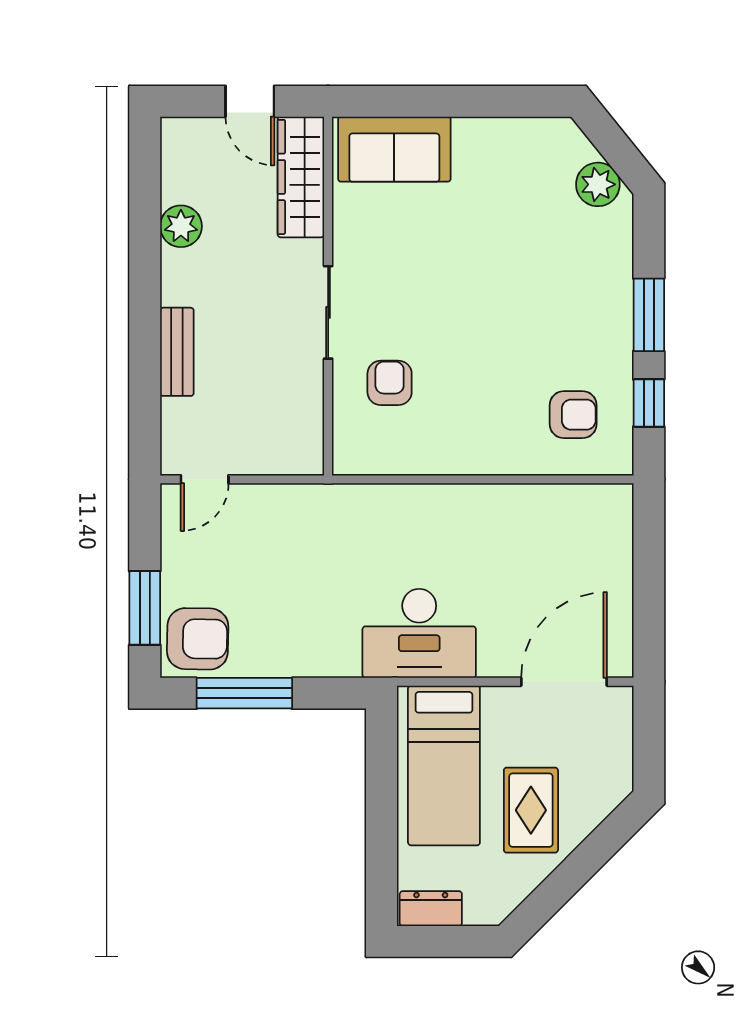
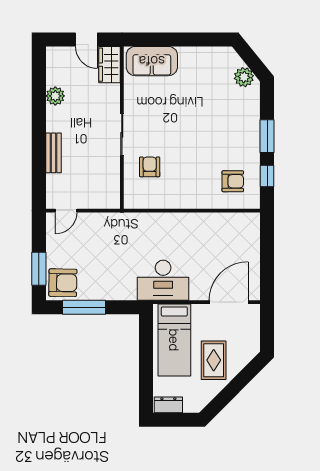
wardrobe: (301, 177) -> (110, 65), width x0.67

